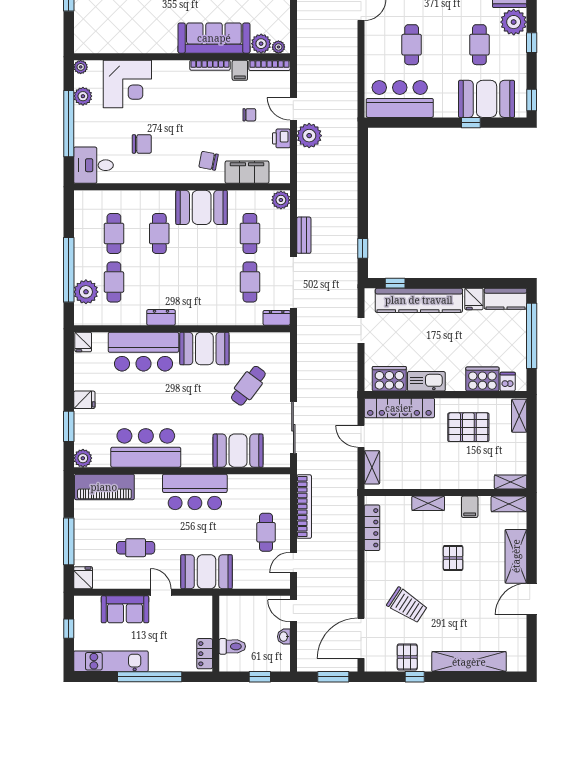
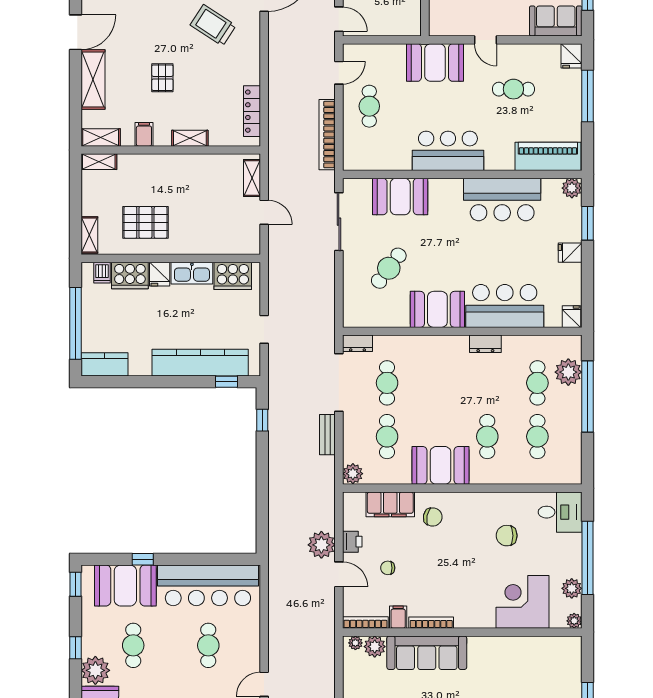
bar counter: (400, 99) -> (208, 585), width x1.36
fridge: (474, 299) -> (160, 274), moved, turned 180
locker: (399, 408) -> (222, 244), removed
sofa: (125, 609) -> (556, 21), moved

